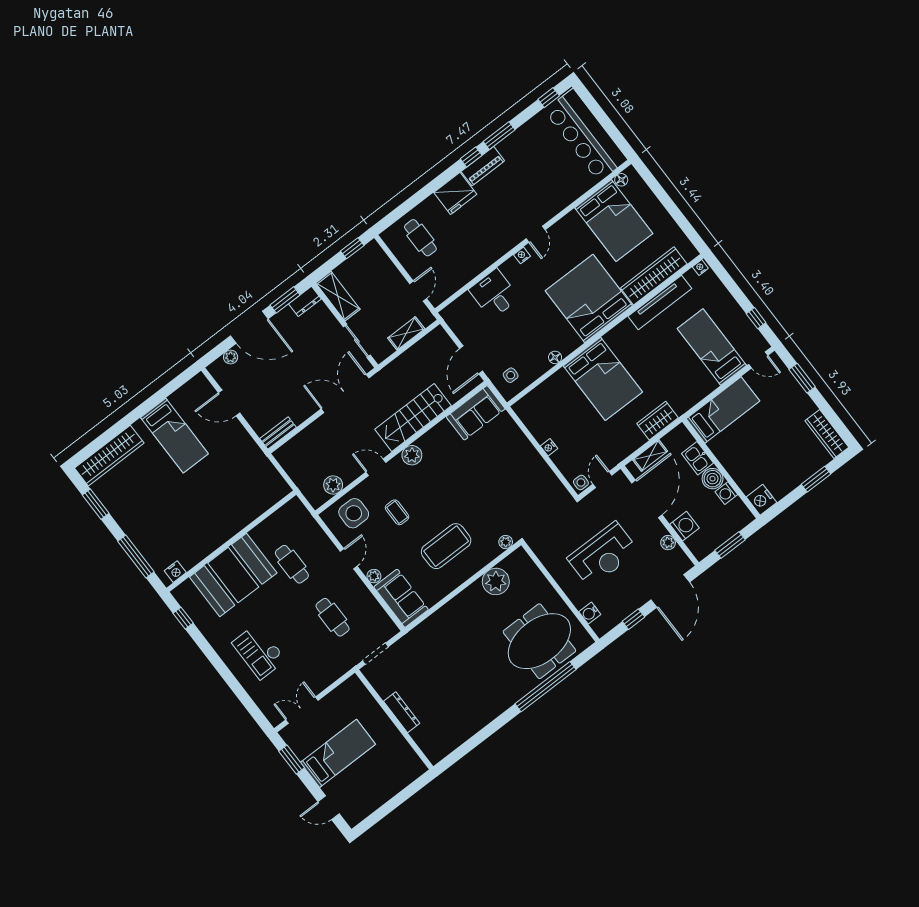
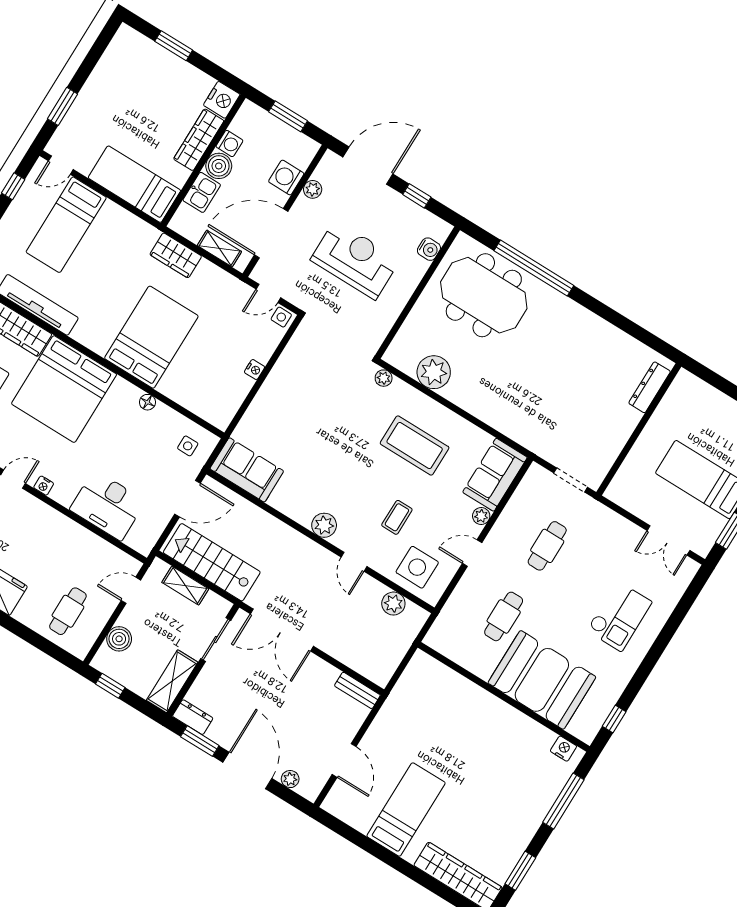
boiler: (385, 268) -> (119, 639), added
desk: (494, 294) -> (108, 505), width x1.37
door: (758, 360) -> (61, 165), swing flipped
stairs: (413, 418) -> (212, 562), moved, turned 180
wardrobe: (827, 434) -> (199, 140), moved, turned 180
dresser: (402, 712) -> (650, 387), moved

